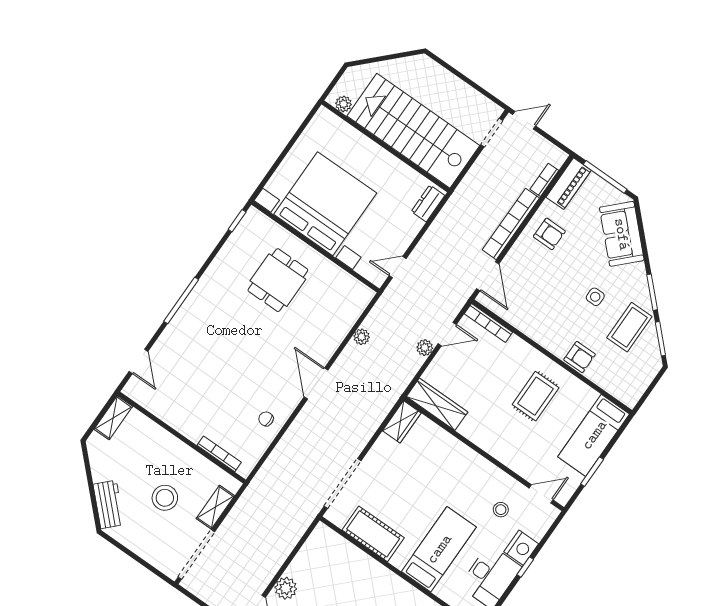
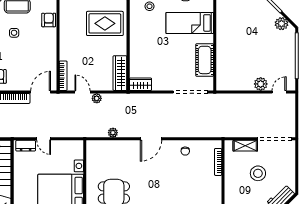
door: (398, 267) -> (44, 139), moved
rug: (536, 396) -> (105, 23), moved, width x1.36, depth x1.43

